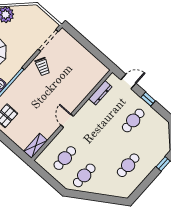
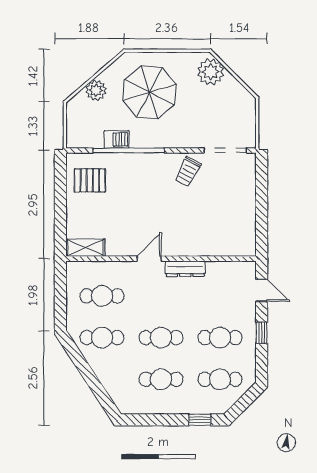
dresser: (100, 93) -> (185, 269), moved
cafe table: (153, 138) -> (220, 379), added
cafe table: (109, 148) -> (161, 338), added

